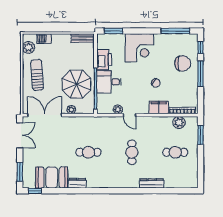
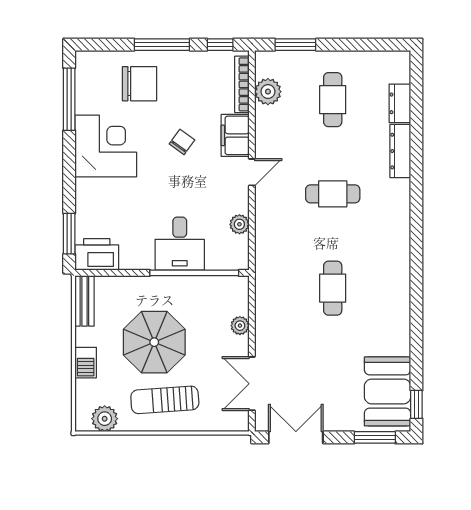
barbecue: (44, 39) -> (86, 363), moved
window: (201, 47) -> (220, 45), moved
corner desk: (139, 48) -> (106, 146), moved
printer: (104, 60) -> (97, 254), moved
chair: (183, 63) -> (140, 84), turned 90
parasol: (76, 84) -> (154, 342), moved
double door: (45, 115) -> (252, 384), width x0.73
door: (130, 115) -> (252, 172), moved
booth: (52, 178) -> (388, 391), moved
dresser: (77, 183) -> (400, 103), moved

